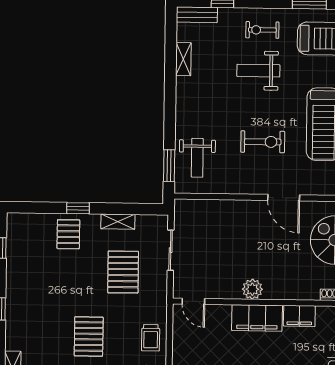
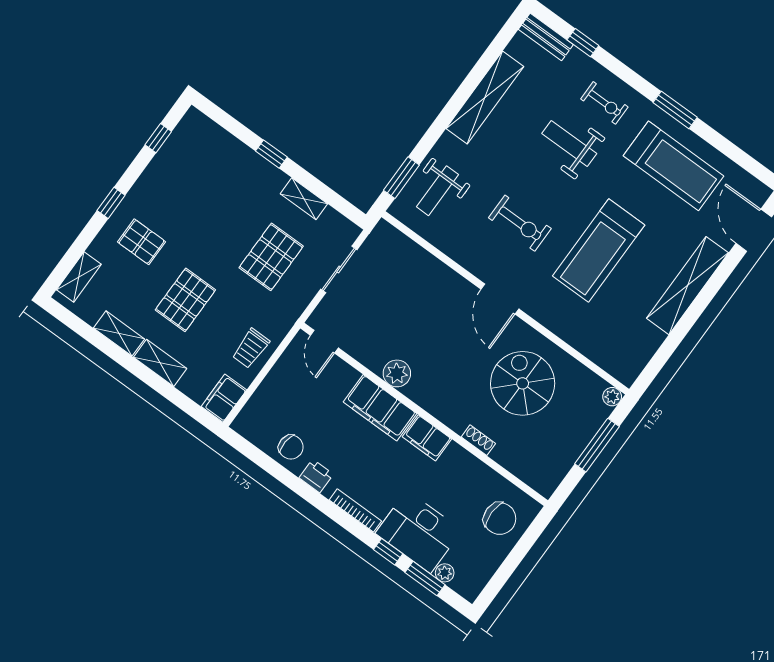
exercise bike: (262, 30) -> (604, 103), turned 180
shelving: (183, 59) -> (485, 97), width x2.20, depth x1.33
pallet: (68, 234) -> (142, 242), moved, turned 90

